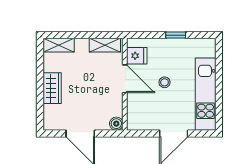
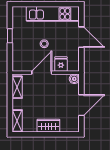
fridge: (137, 56) -> (61, 64), moved

